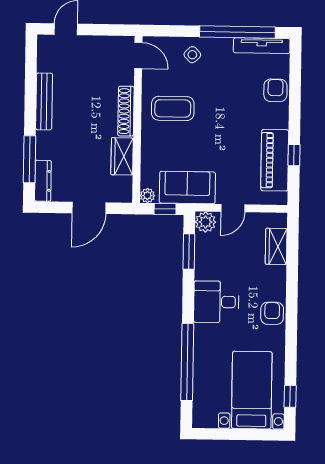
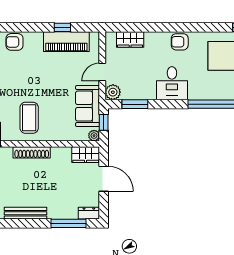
wardrobe: (122, 156) -> (86, 155), moved
dresser: (43, 181) -> (89, 213), width x0.70
door: (233, 208) -> (102, 72), swing flipped

